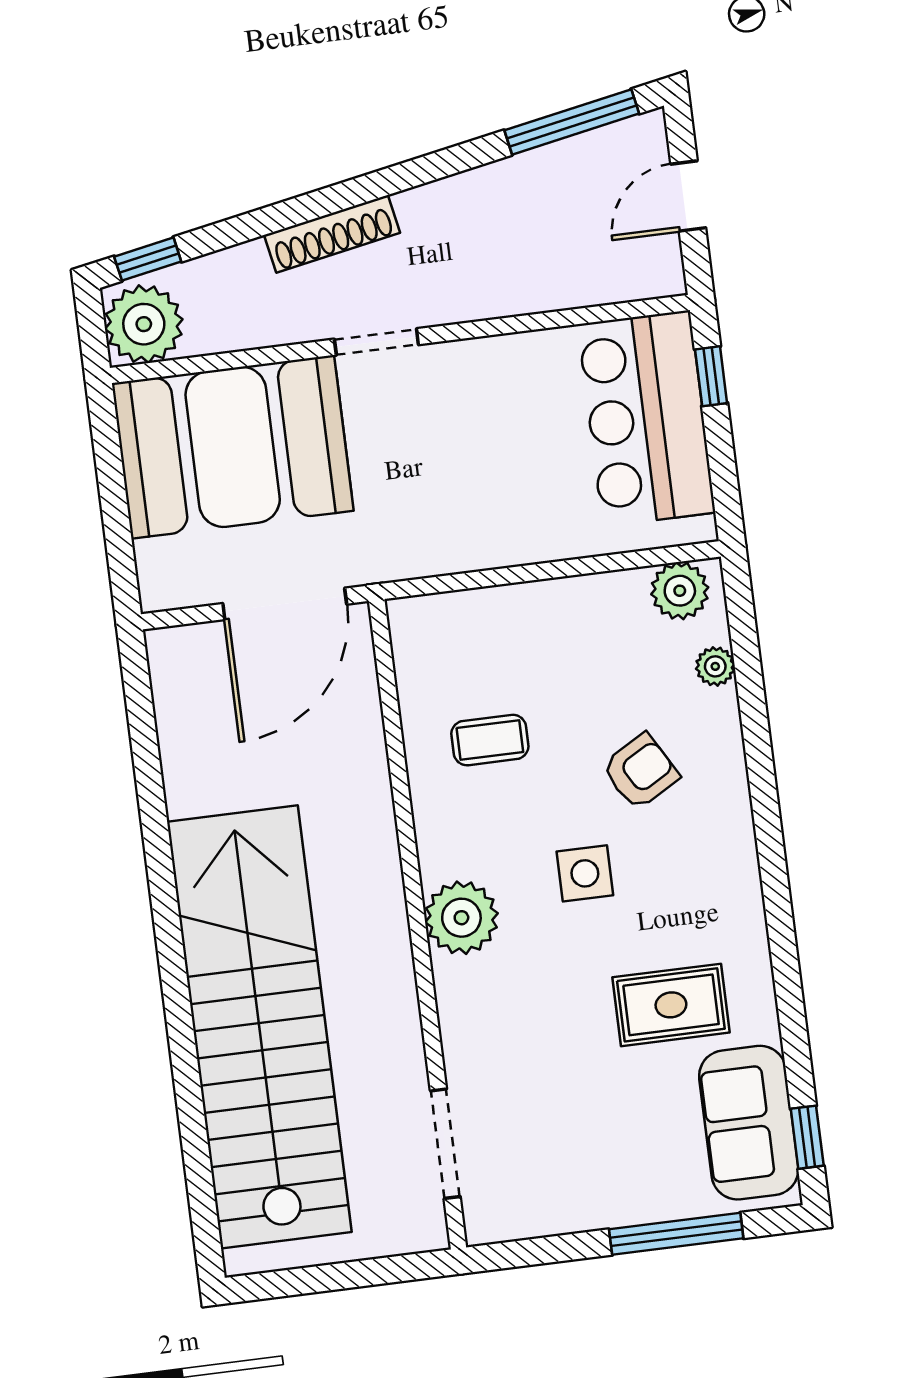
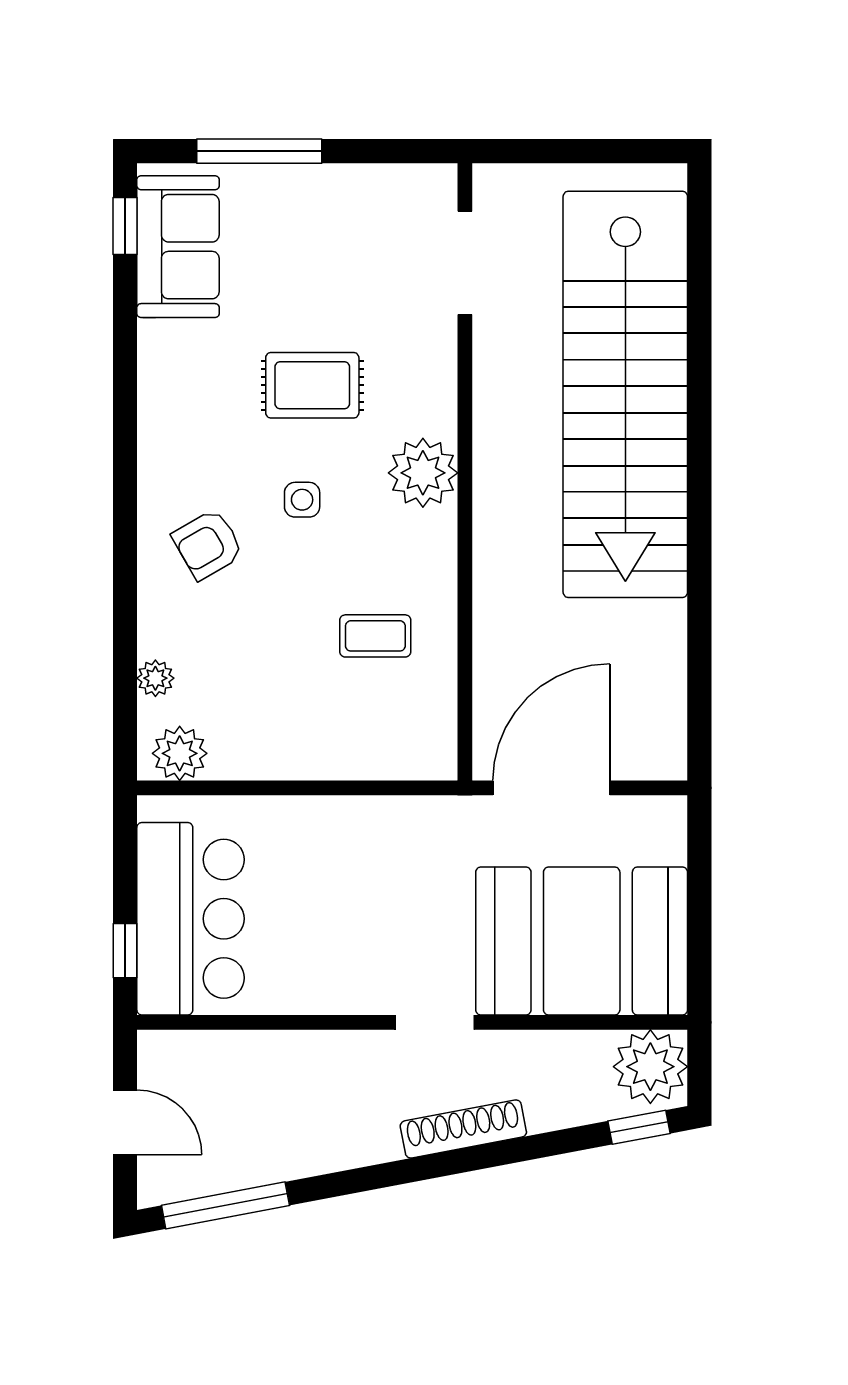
door: (688, 196) -> (125, 1122), hinge flipped
armchair: (640, 772) -> (208, 544), moved
side table: (585, 873) -> (302, 500), width x0.73, depth x0.73
rug: (671, 1005) -> (312, 385), moved

